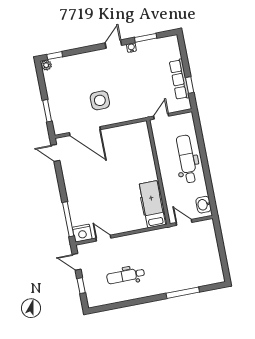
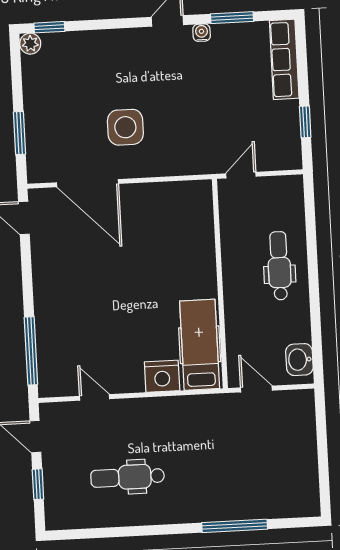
row of seats: (179, 79) -> (284, 59), moved
dental chair: (187, 159) -> (279, 266), width x0.73, depth x0.72
nightstand: (82, 233) -> (162, 376), moved

